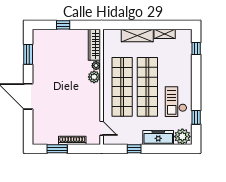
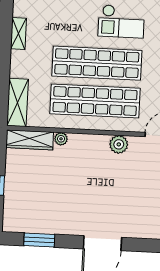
shelving: (137, 35) -> (18, 102), moved
plant: (94, 77) -> (119, 144), moved

